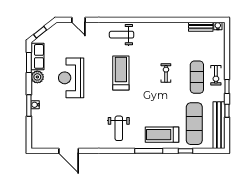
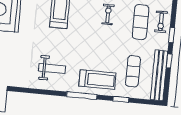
exercise mat: (194, 124) -> (133, 71), width x0.73, depth x0.69
weight bench: (119, 128) -> (52, 69), turned -90
treadmill: (162, 135) -> (97, 80), turned 180

